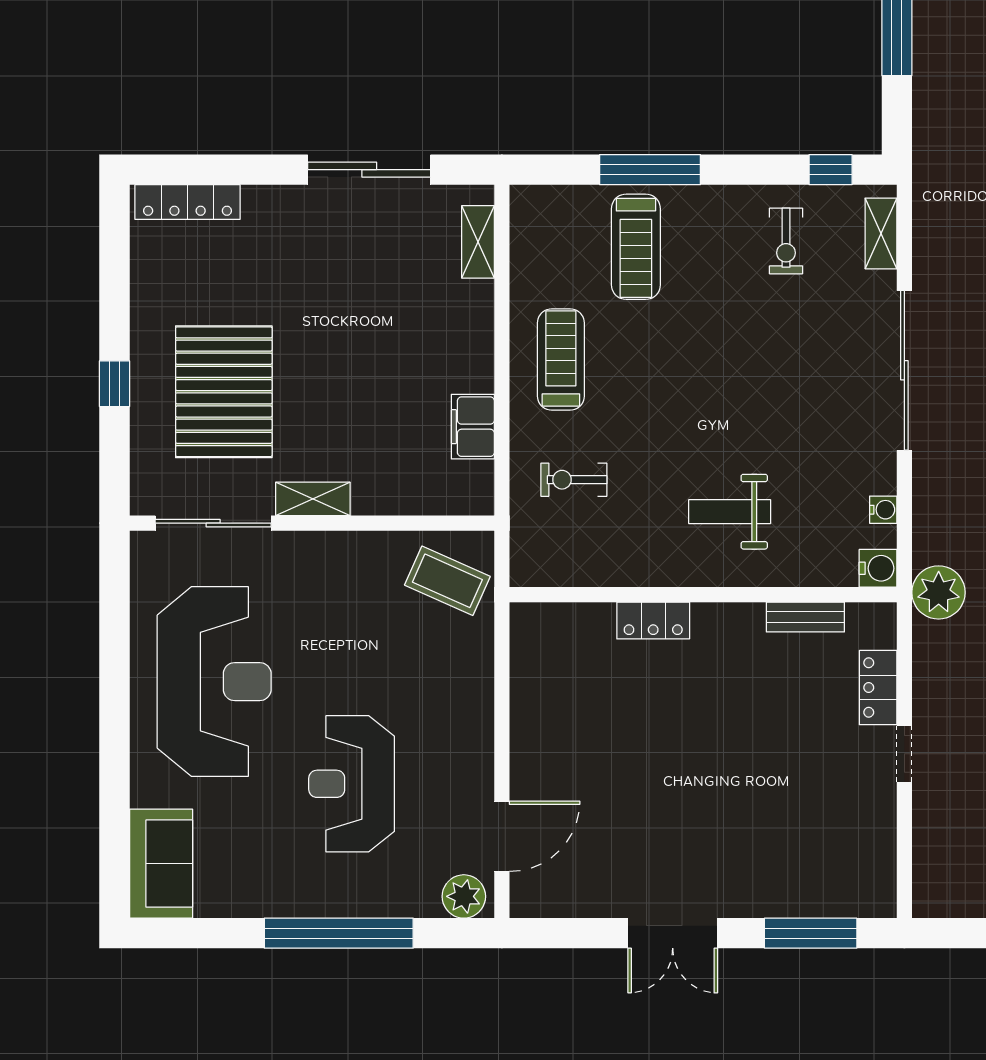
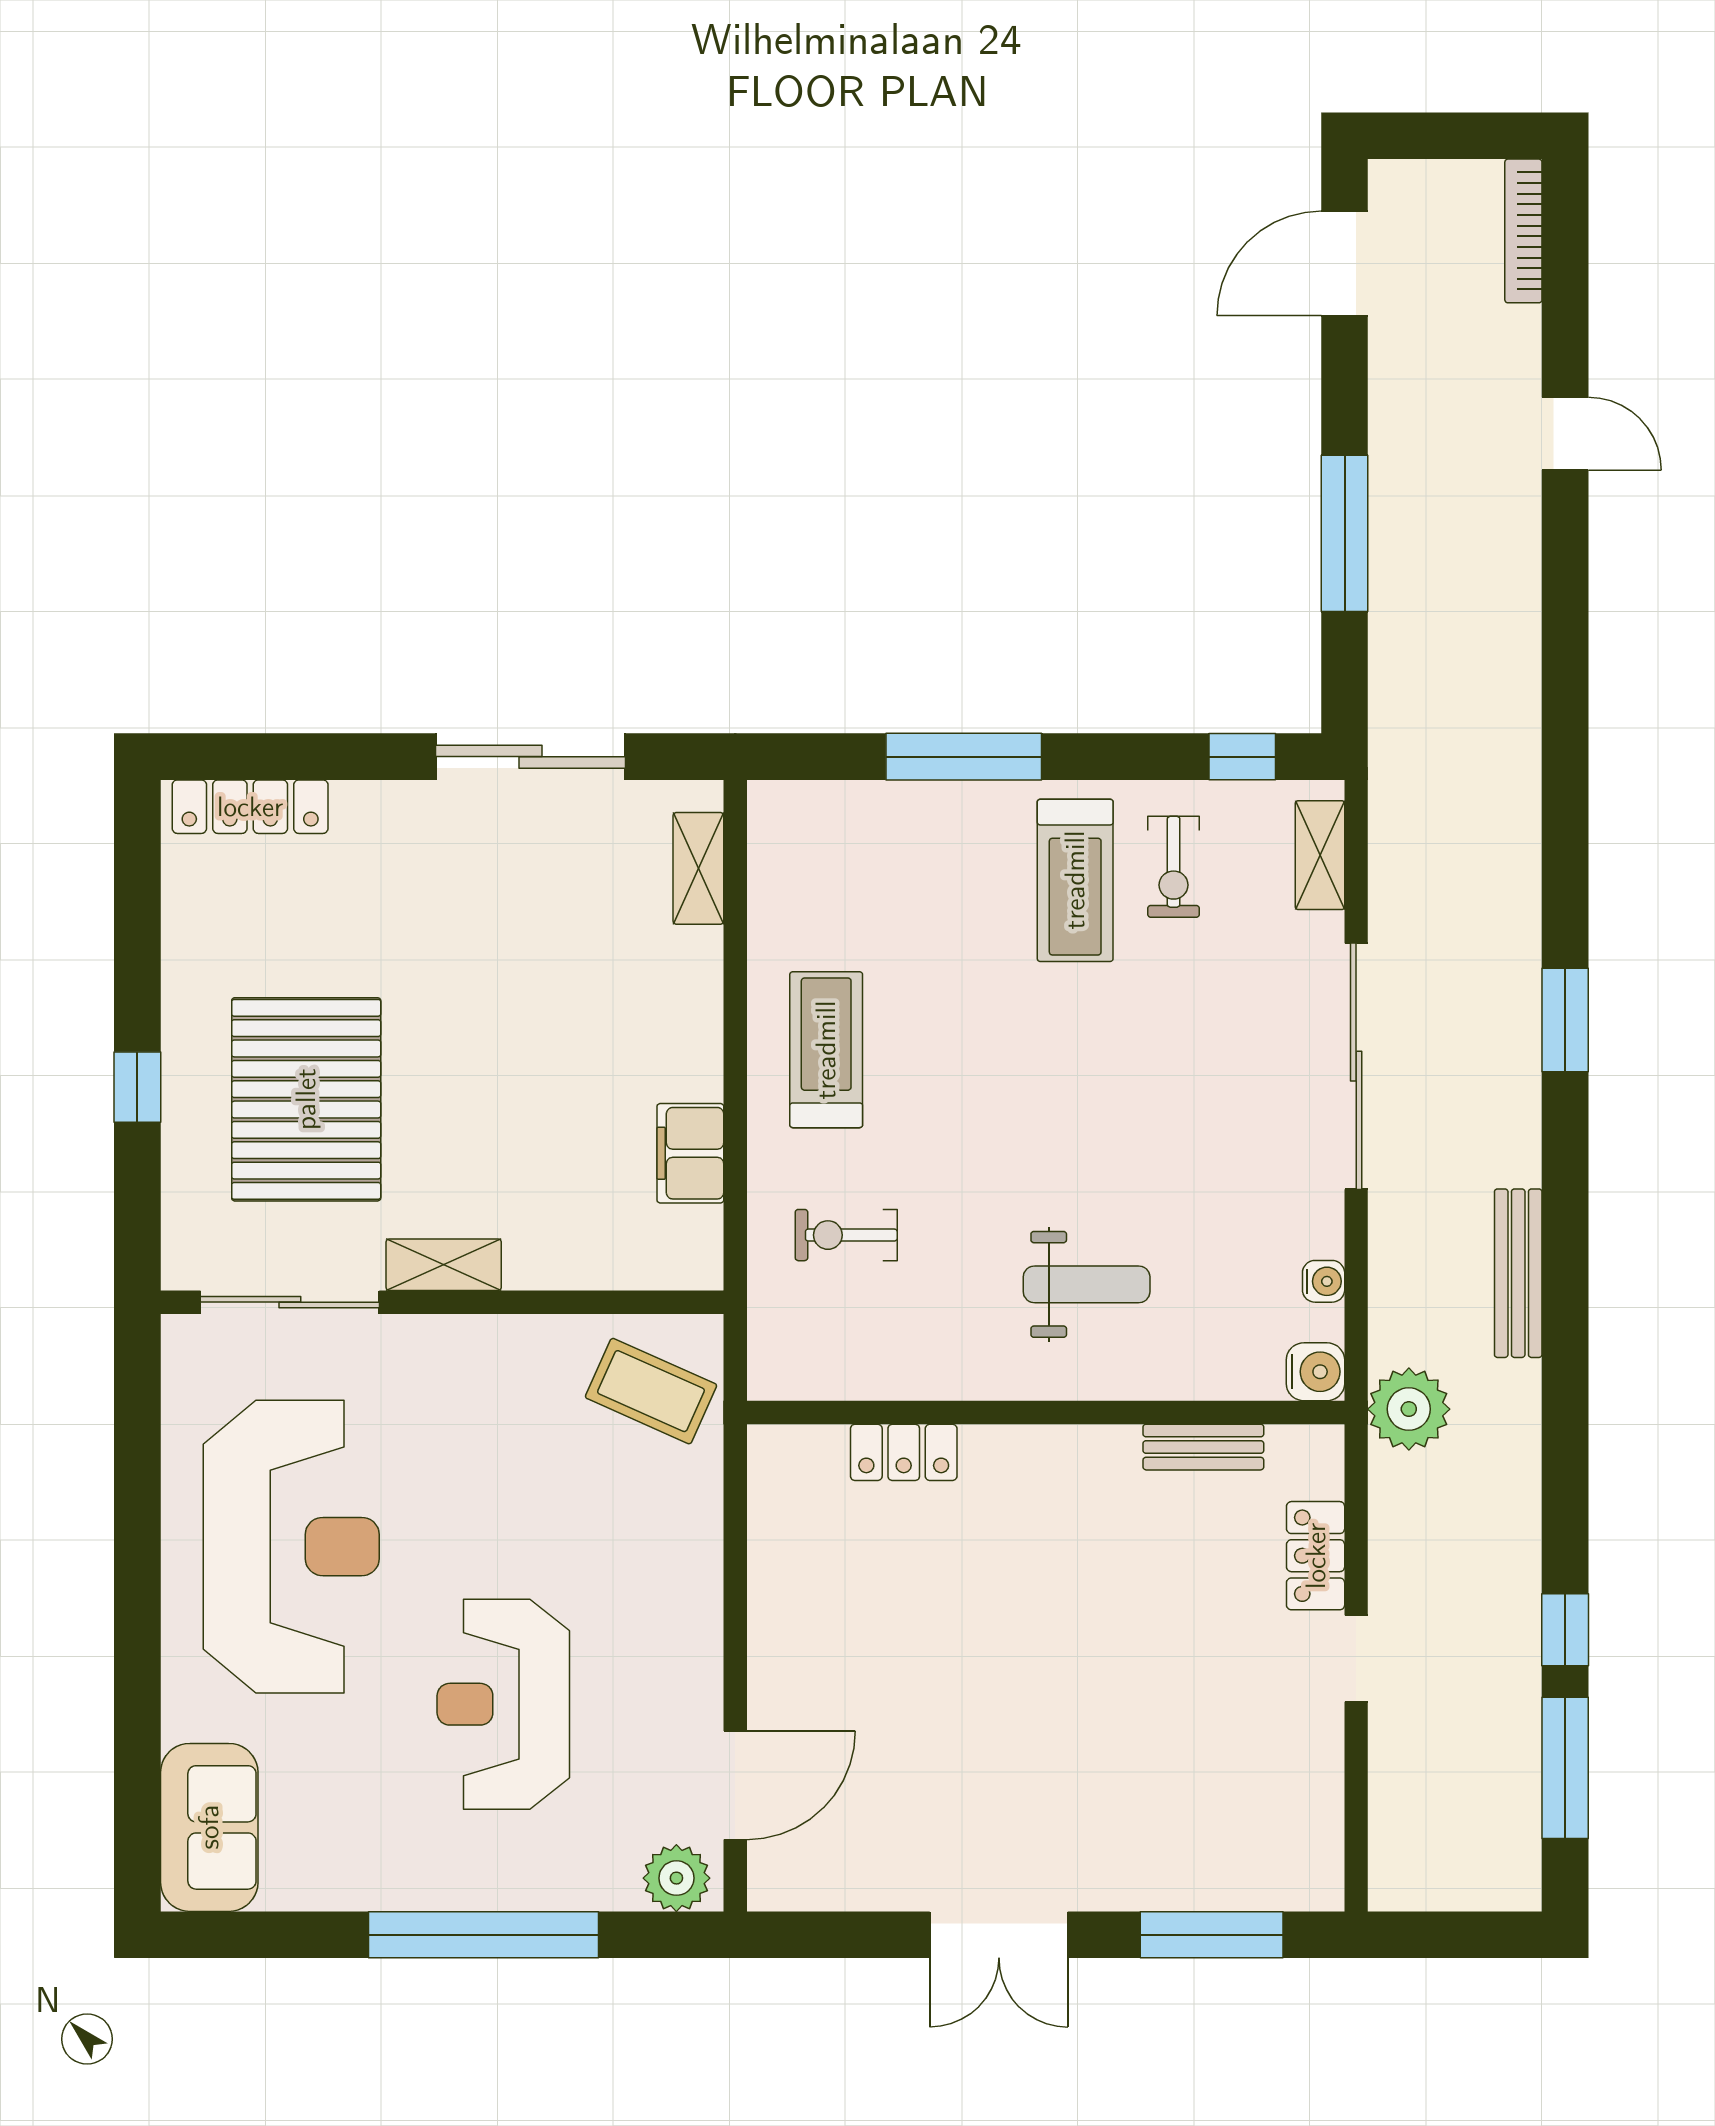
treadmill: (636, 247) -> (1075, 880), moved
weight bench: (730, 512) -> (1087, 1284), turned 180
locker: (653, 621) -> (904, 1452), moved

